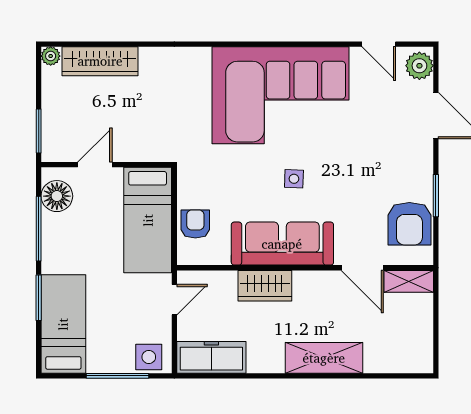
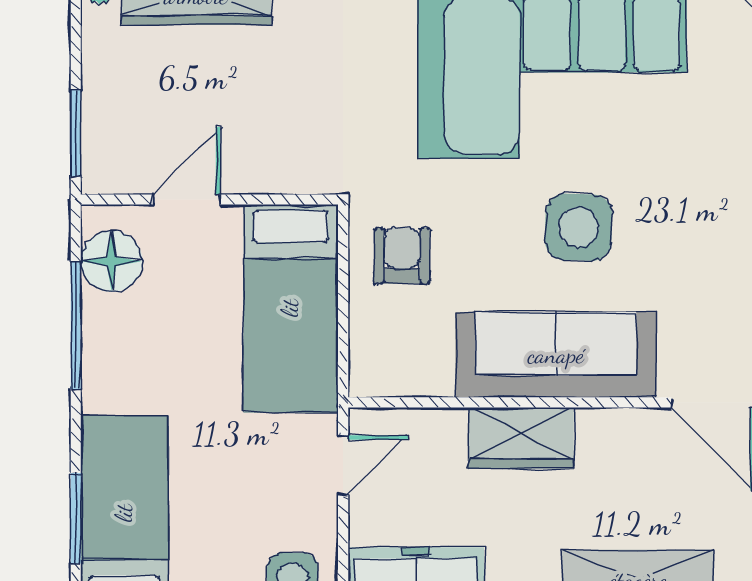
side table: (294, 179) -> (578, 227), width x1.87, depth x1.87
armchair: (195, 224) -> (402, 256), moved
window: (39, 298) -> (76, 518), moved

